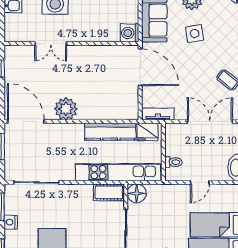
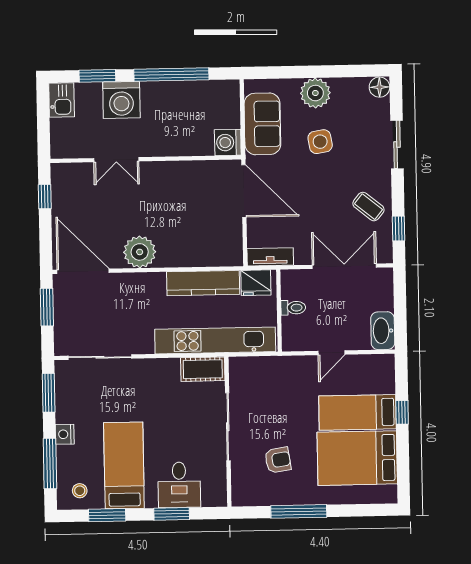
toilet: (173, 162) -> (293, 308), moved
floor lamp: (137, 193) -> (242, 370), removed
nightstand: (11, 222) -> (65, 434), moved

